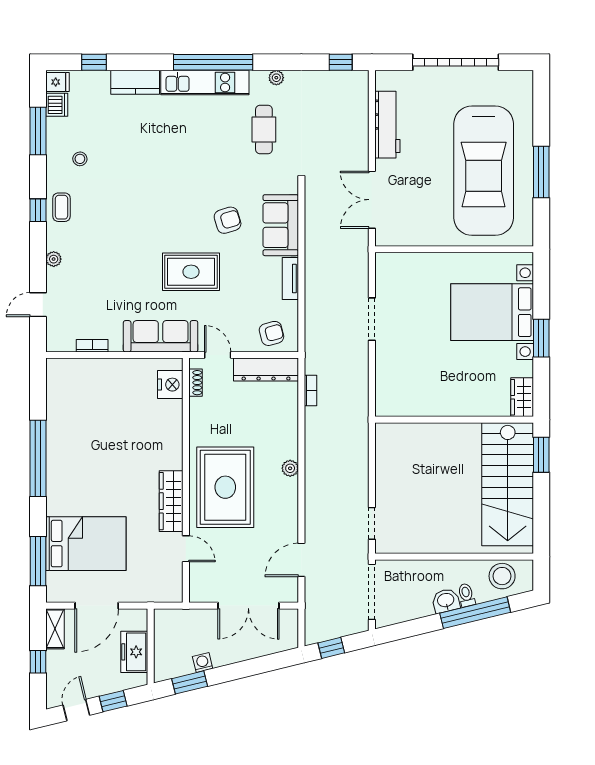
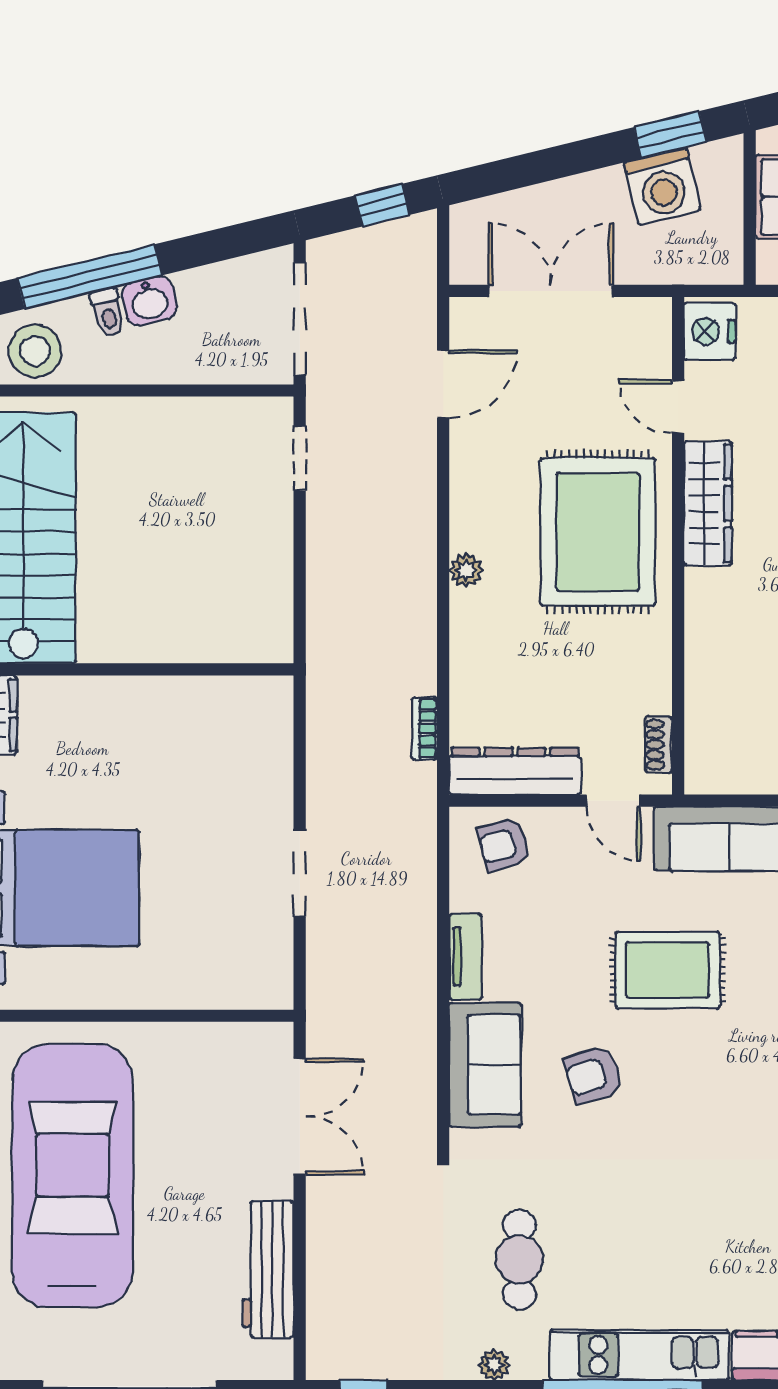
nightstand: (170, 385) -> (710, 331), moved
washing machine: (203, 663) -> (662, 186), width x1.89, depth x1.89

